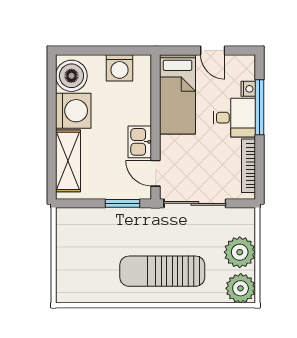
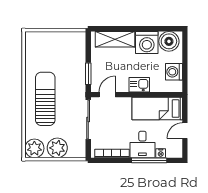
kitchen sink: (140, 142) -> (139, 85), moved

